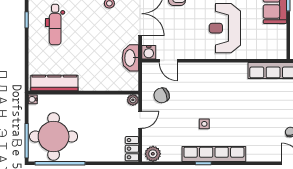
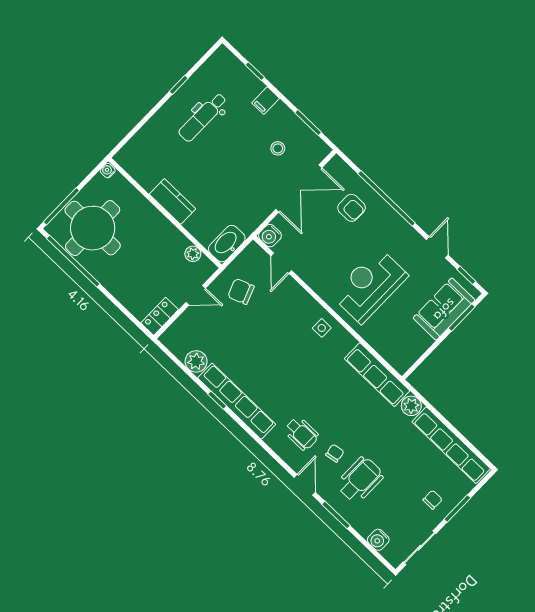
washbasin: (130, 58) -> (227, 244), moved
kitchen counter: (54, 83) -> (172, 201), moved, width x0.67
plant: (133, 100) -> (193, 254), moved
side table: (204, 124) -> (322, 328), moved
wheelchair: (263, 138) -> (301, 434), added
plant: (153, 154) -> (196, 361), moved

